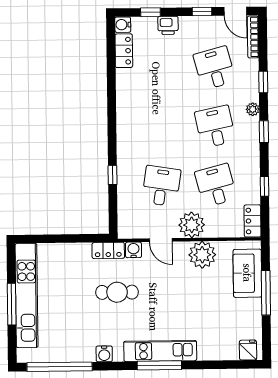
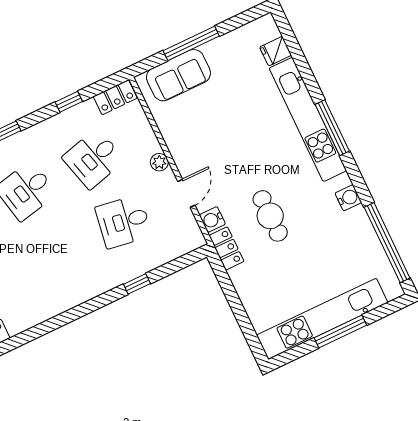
plant: (192, 225) -> (159, 162), width x0.53, depth x0.53
plant: (202, 255) -> (181, 137), removed
fridge: (248, 350) -> (276, 51), moved
kitchen unit: (160, 351) -> (308, 119), width x1.36

